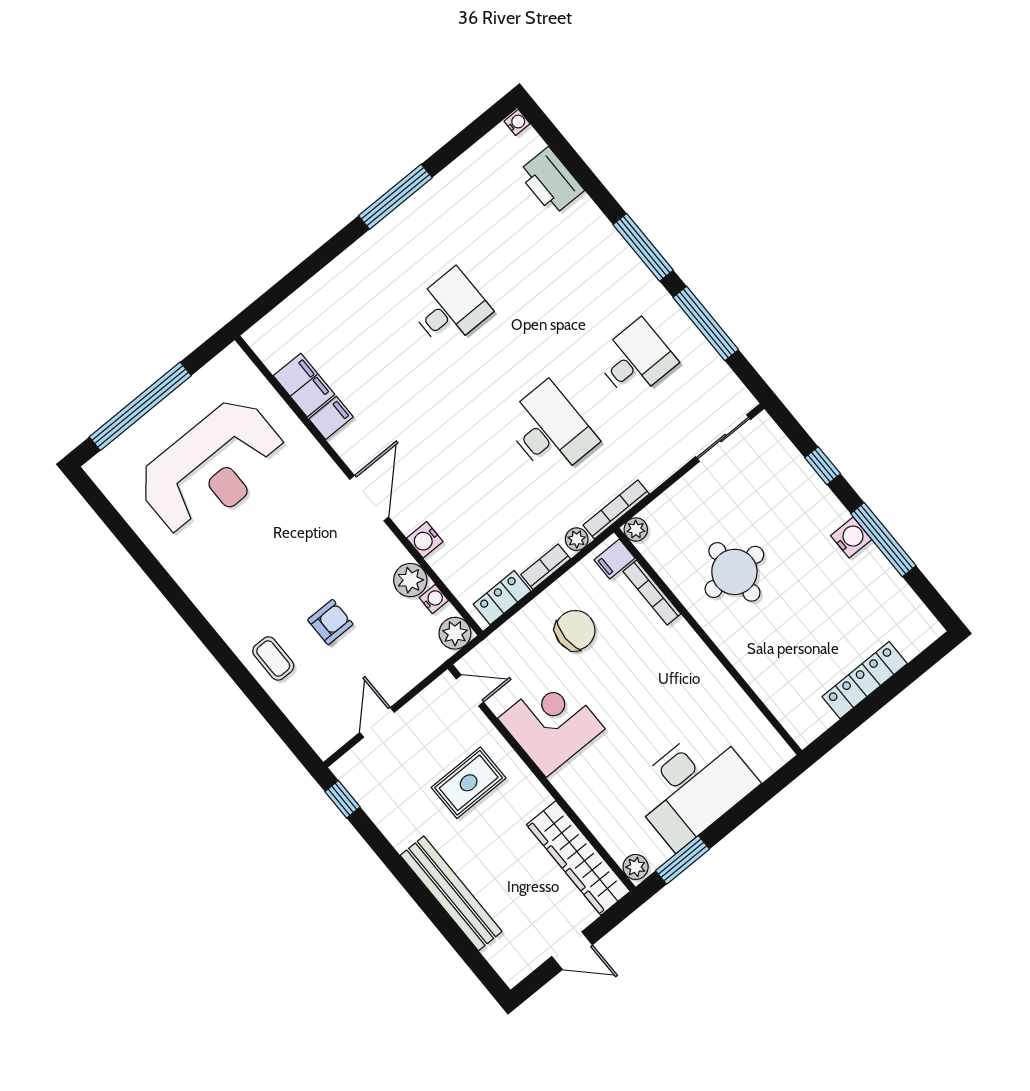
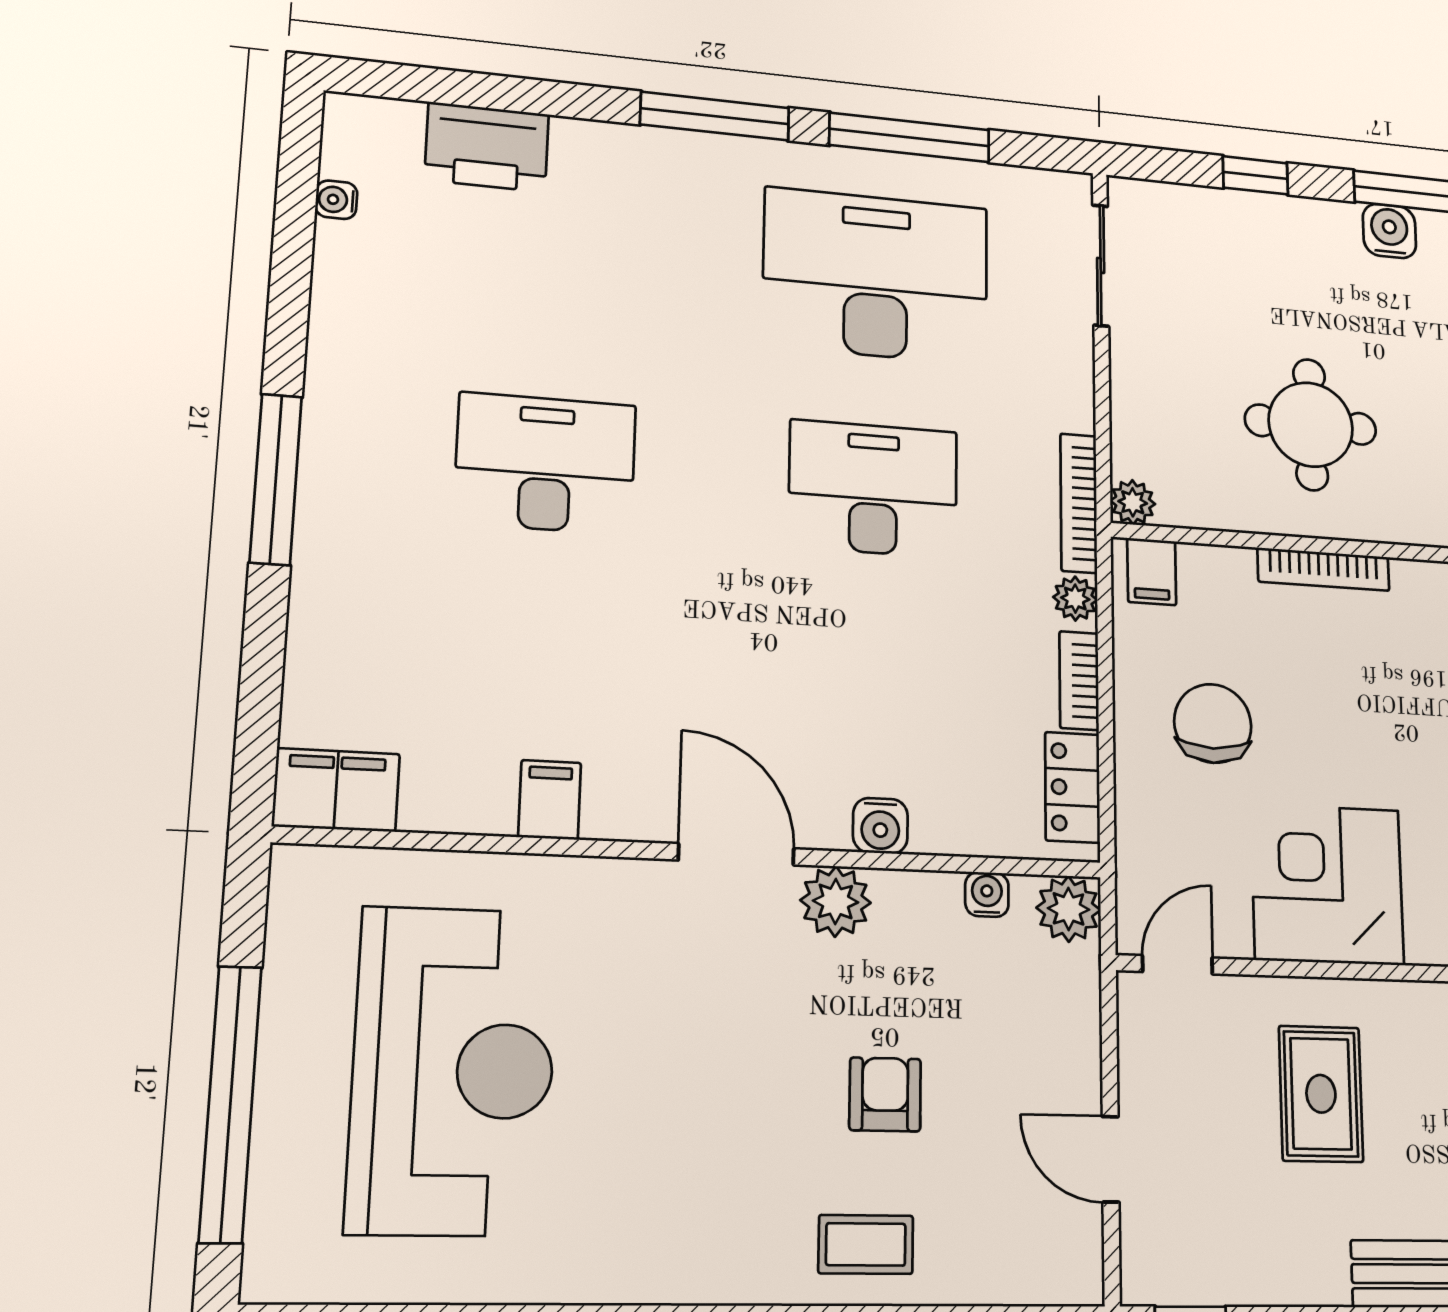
water cooler: (517, 122) -> (336, 200), moved, turned -90
window: (395, 197) -> (276, 479), moved
desk: (450, 309) -> (545, 464), width x1.37
desk: (636, 360) -> (876, 276), width x1.87, depth x1.30
filing cabinet: (304, 385) -> (336, 790), moved
plant: (410, 580) -> (836, 901), moved
bookcase: (652, 593) -> (1324, 569), moved

